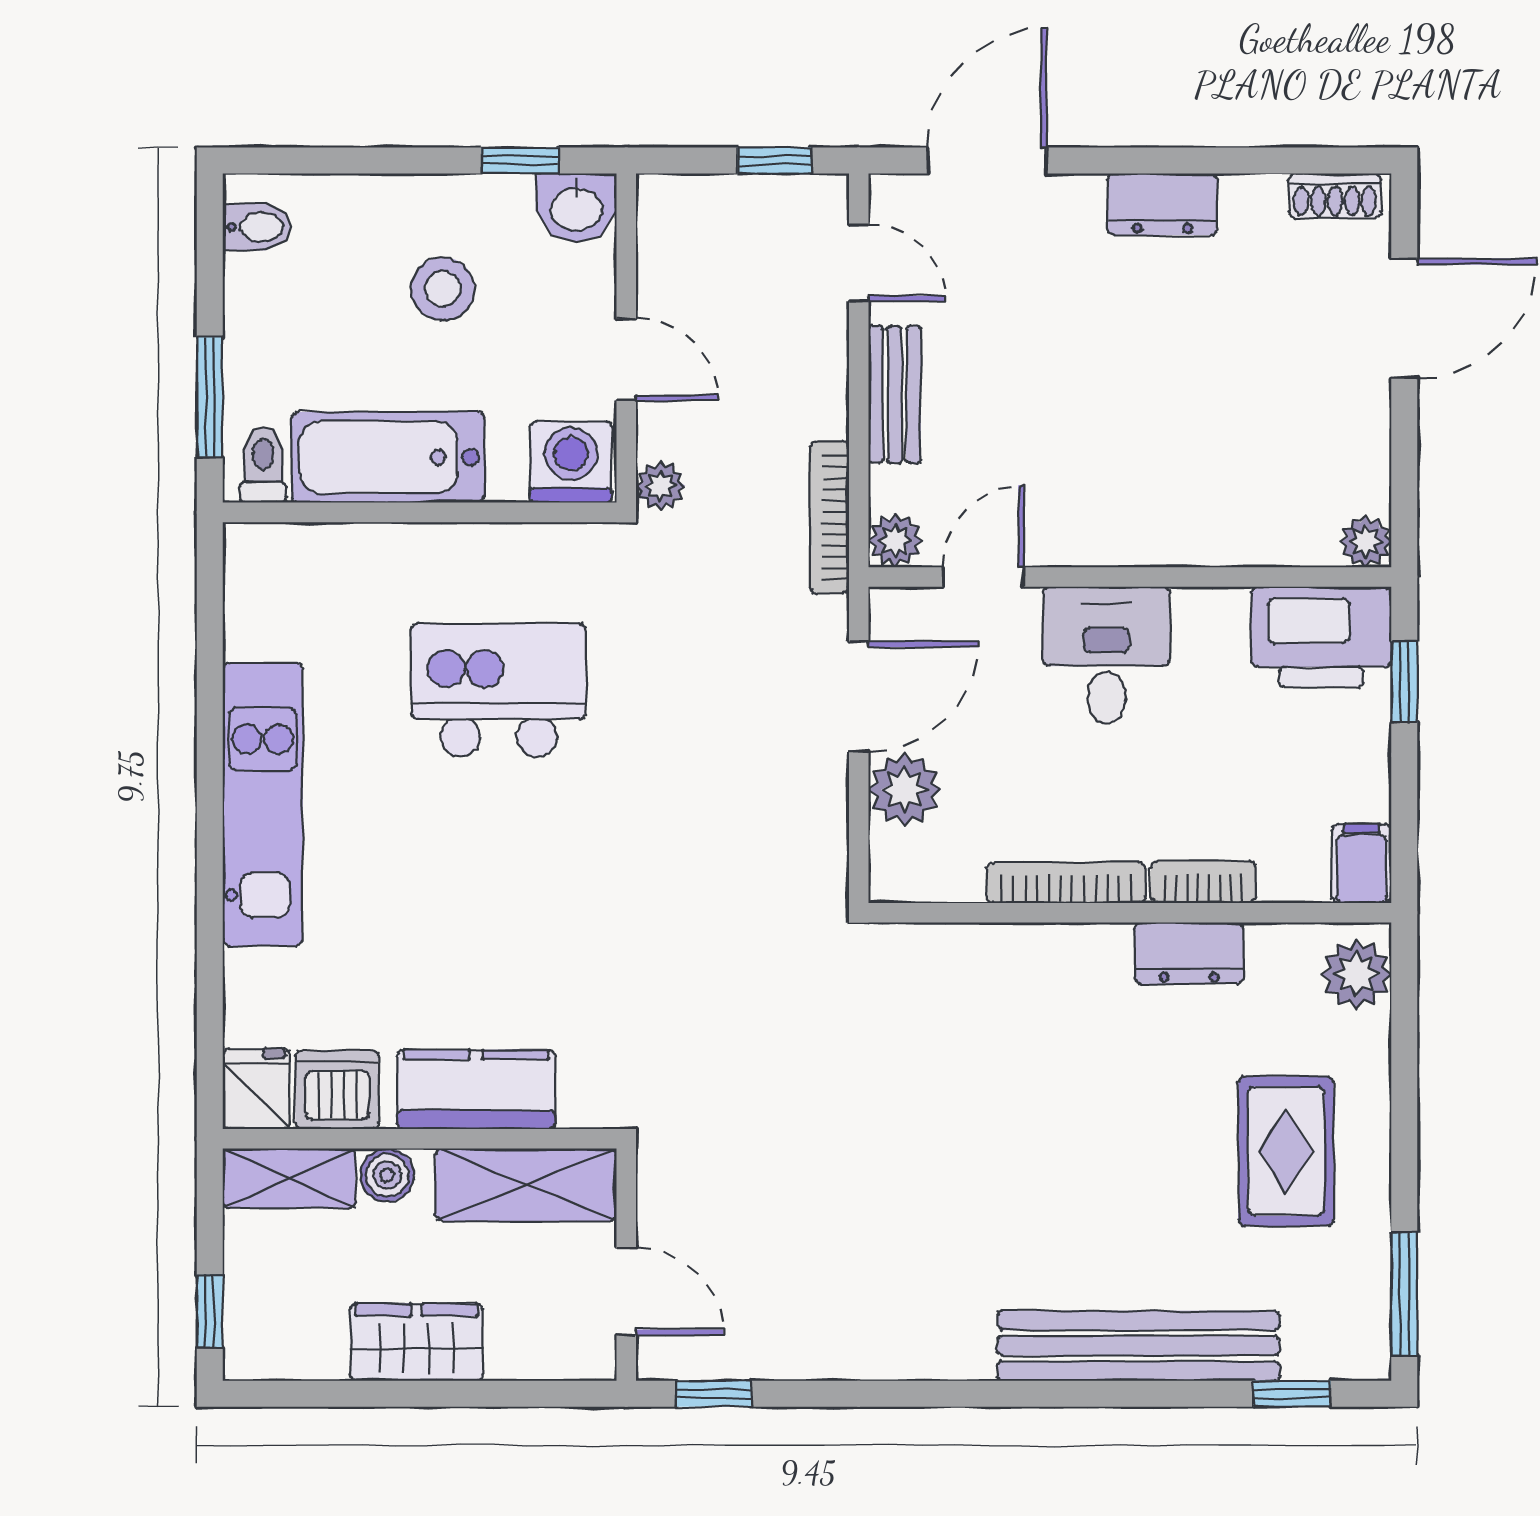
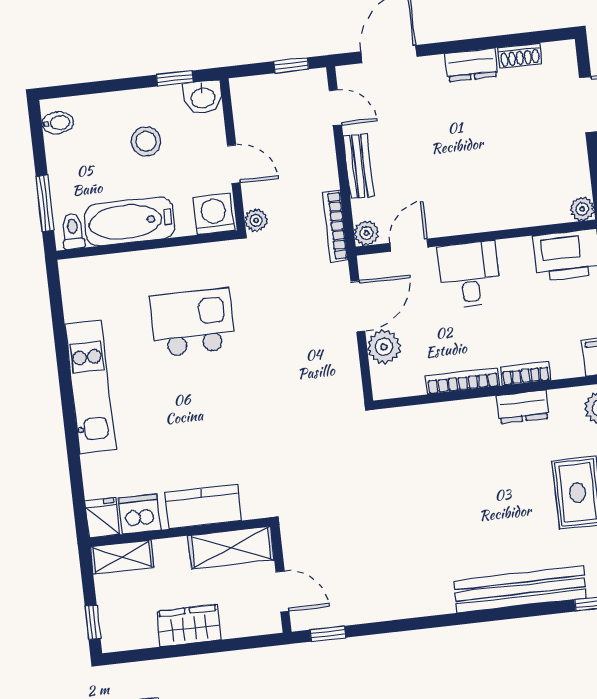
shoe rack: (1335, 196) -> (520, 56), moved
boiler: (387, 1175) -> (167, 550), removed

